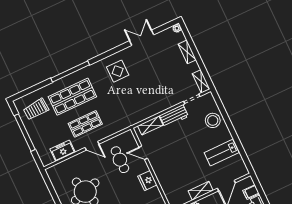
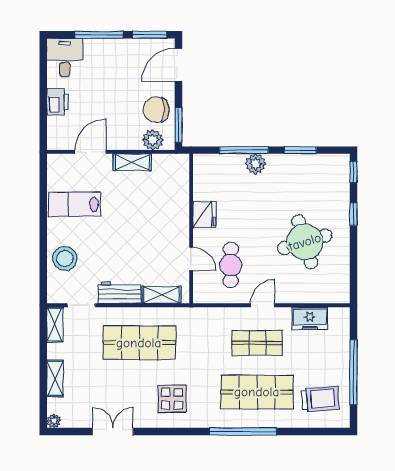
double door: (142, 38) -> (113, 431), swing flipped
shop shelf: (150, 93) -> (139, 343), added
door: (92, 146) -> (263, 305), hinge flipped
lab bench: (222, 153) -> (74, 204), turned 180
filing cabinet: (251, 192) -> (58, 125), removed

